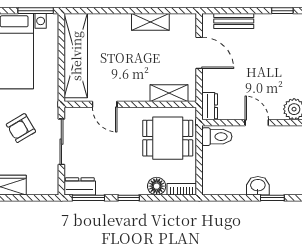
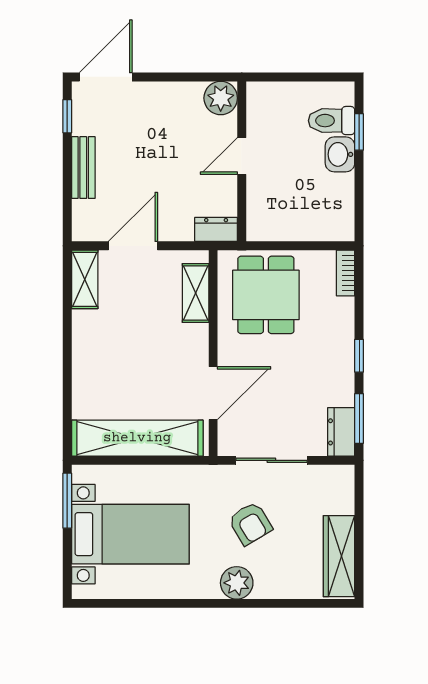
bench: (234, 21) -> (83, 168), moved
shelving: (150, 22) -> (85, 279), moved
door: (105, 104) -> (213, 393), width x1.38
toilet: (217, 137) -> (332, 121), moved, turned -90
floor lamp: (157, 186) -> (341, 312), removed

